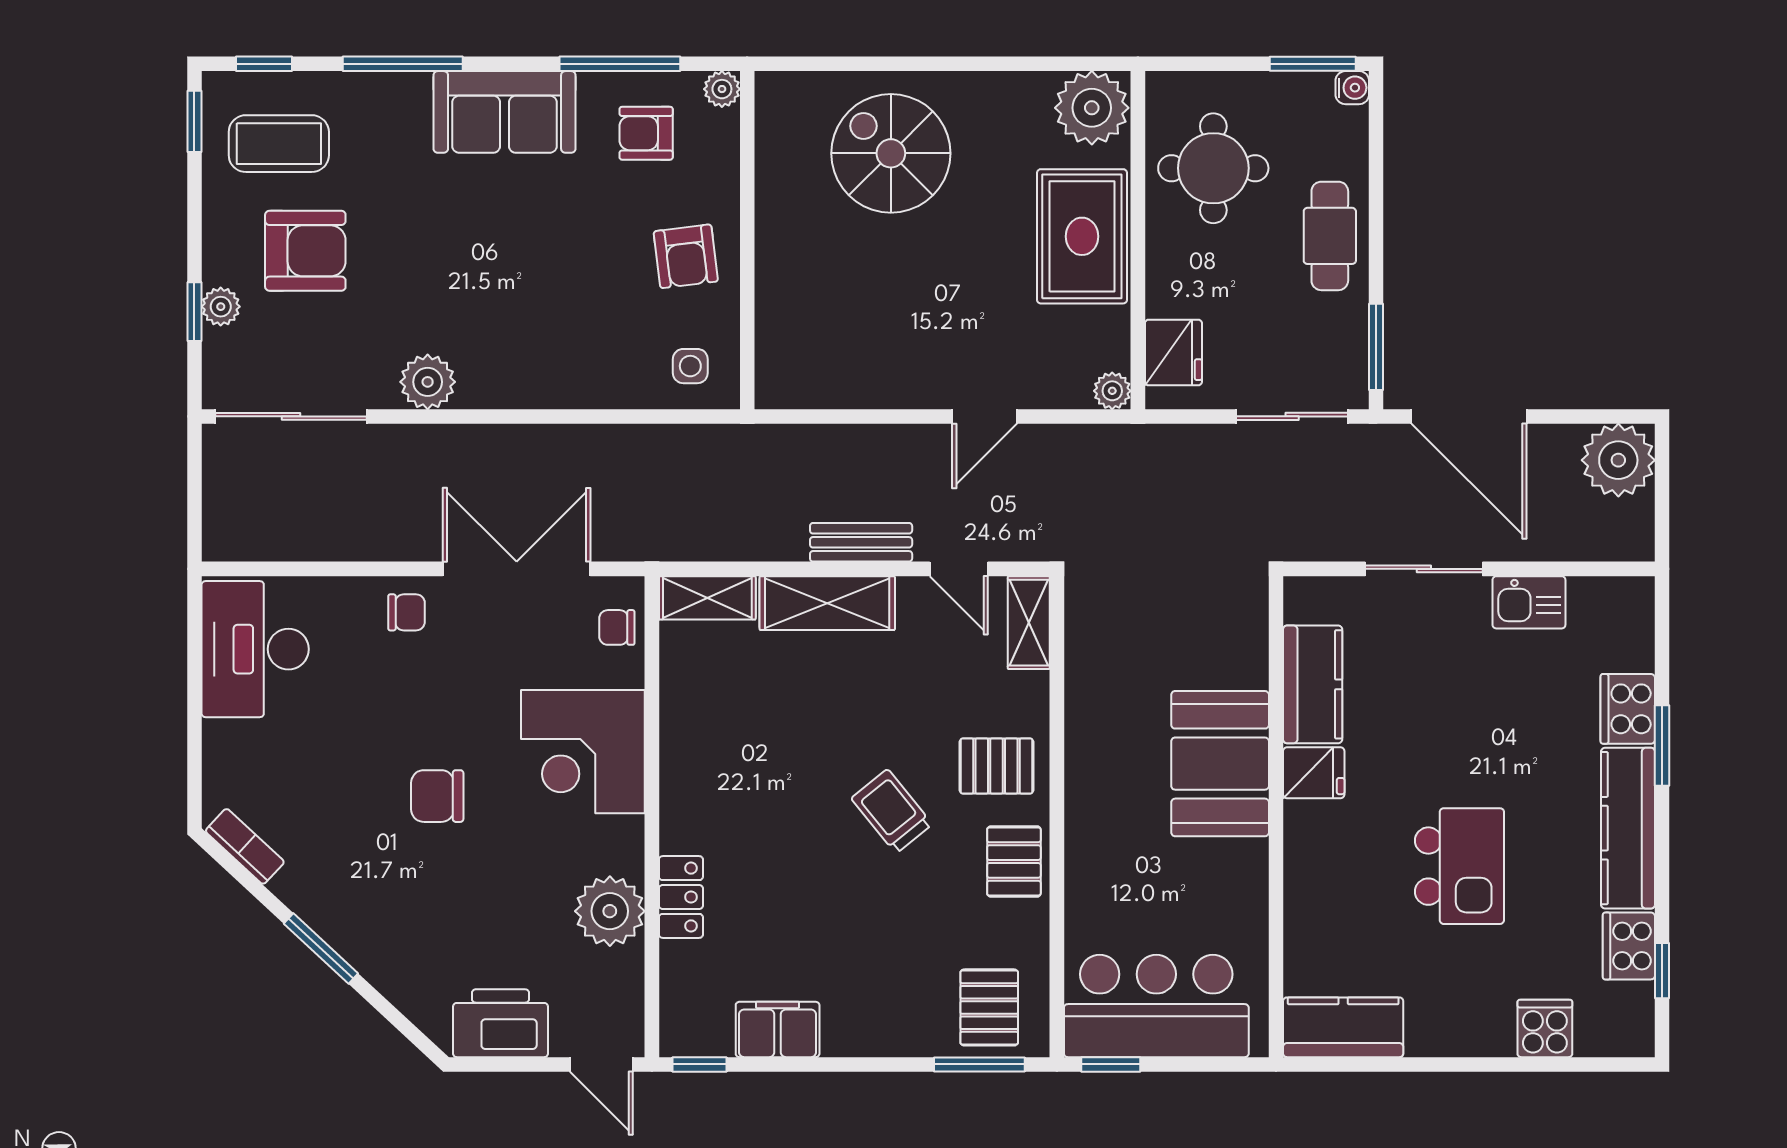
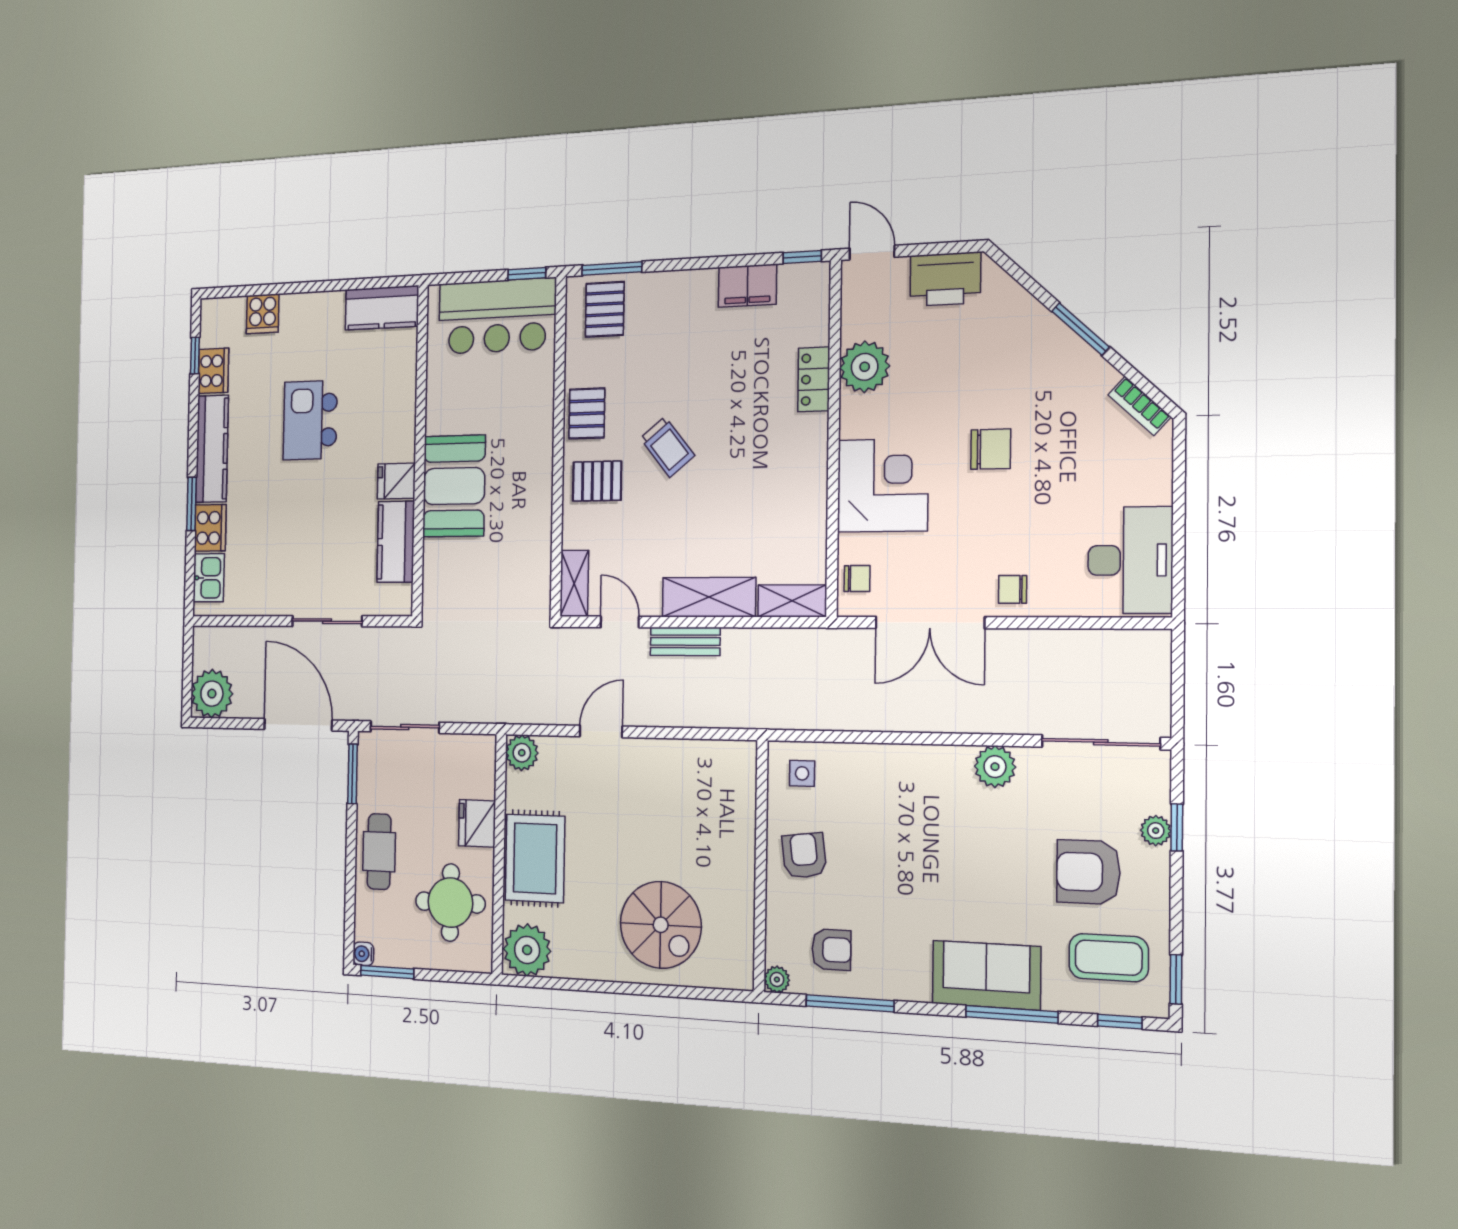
sofa: (505, 112) -> (986, 975), moved
fridge: (1173, 352) -> (477, 823), moved
plant: (1112, 391) -> (522, 753), width x1.38, depth x1.38
kitchen sink: (1529, 602) -> (209, 578), moved, turned 90

